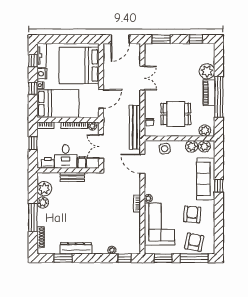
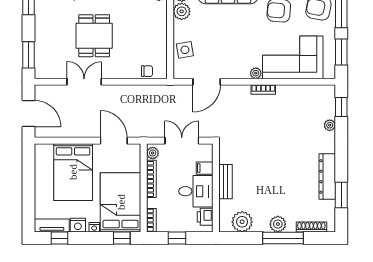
bed: (79, 65) -> (73, 172), width x0.73
window: (33, 88) -> (122, 238), moved
dining table: (176, 114) -> (94, 36), moved
bench: (135, 127) -> (154, 92), removed
double door: (101, 147) -> (182, 141), swing flipped
plant: (43, 202) -> (278, 224), moved

